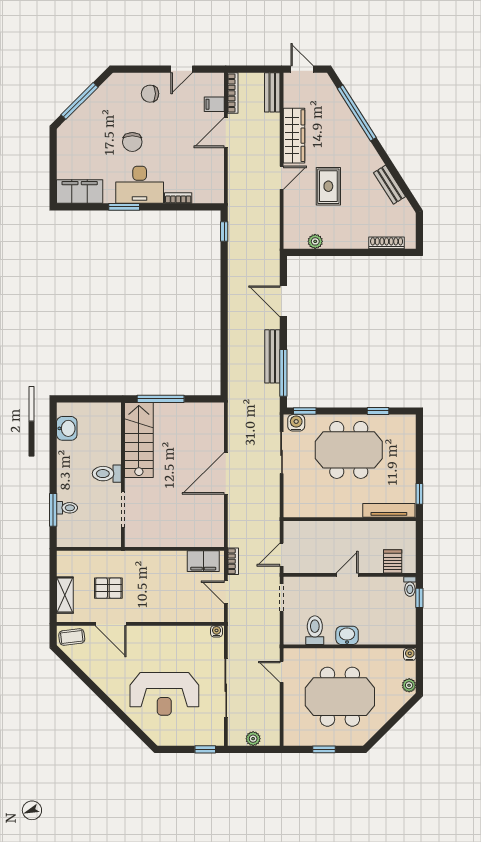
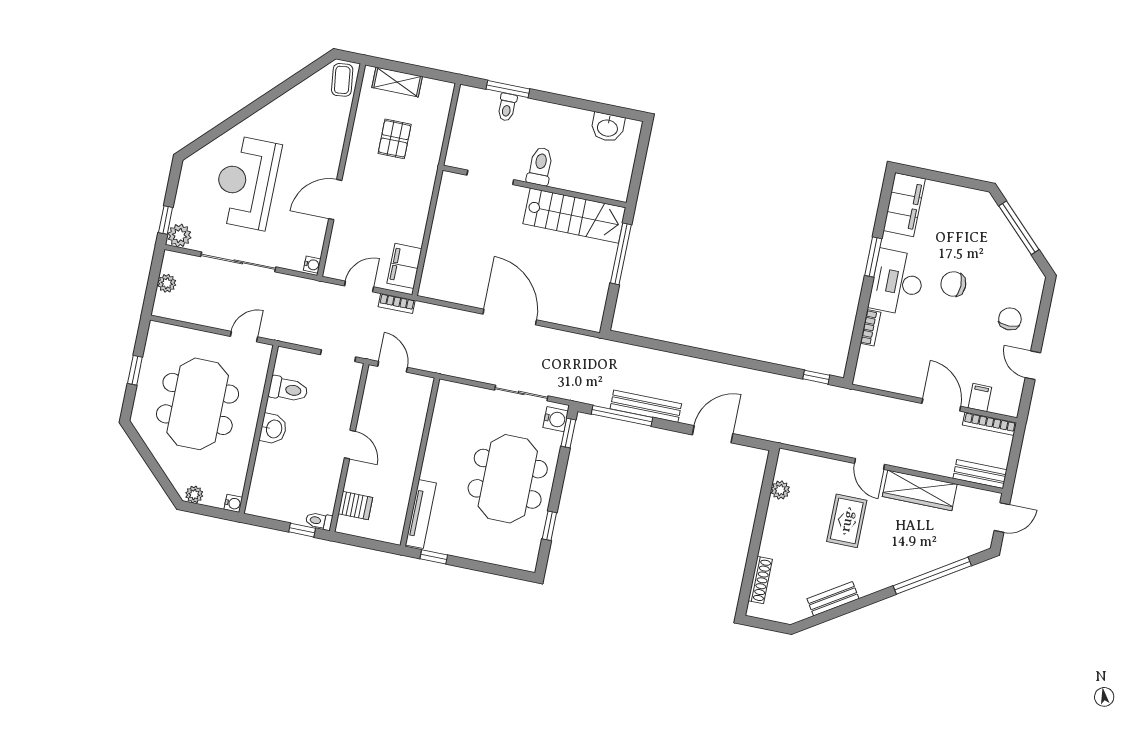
rug: (328, 186) -> (847, 521), turned 90
door: (111, 624) -> (335, 200), moved
plant: (215, 736) -> (179, 236), added

